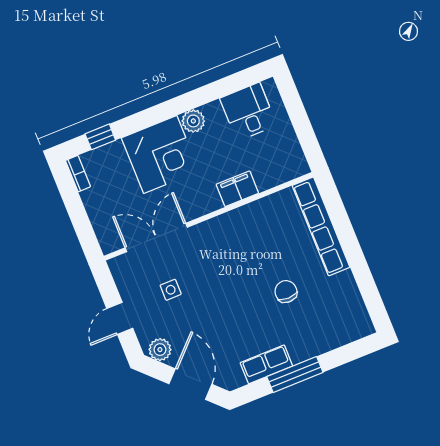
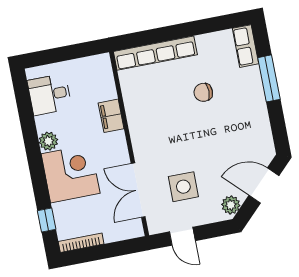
bookcase: (78, 174) -> (81, 243), width x1.56
side table: (171, 290) -> (183, 187), width x1.87, depth x1.87
door: (120, 318) -> (182, 236), moved
row of seats: (266, 364) -> (246, 46), moved
window: (295, 375) -> (269, 78), moved

